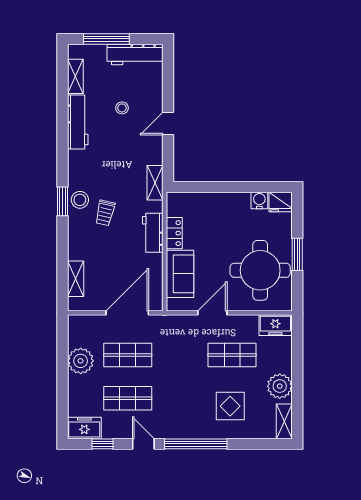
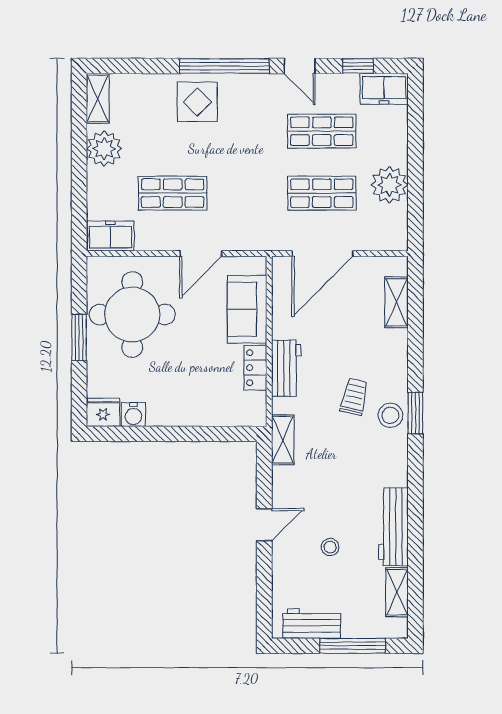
workbench: (135, 54) -> (312, 624), width x0.73
display table: (230, 406) -> (197, 102), moved

